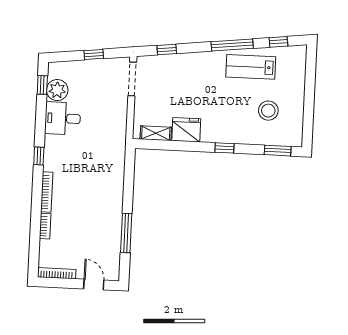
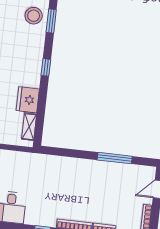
stool: (268, 111) -> (34, 16), moved

